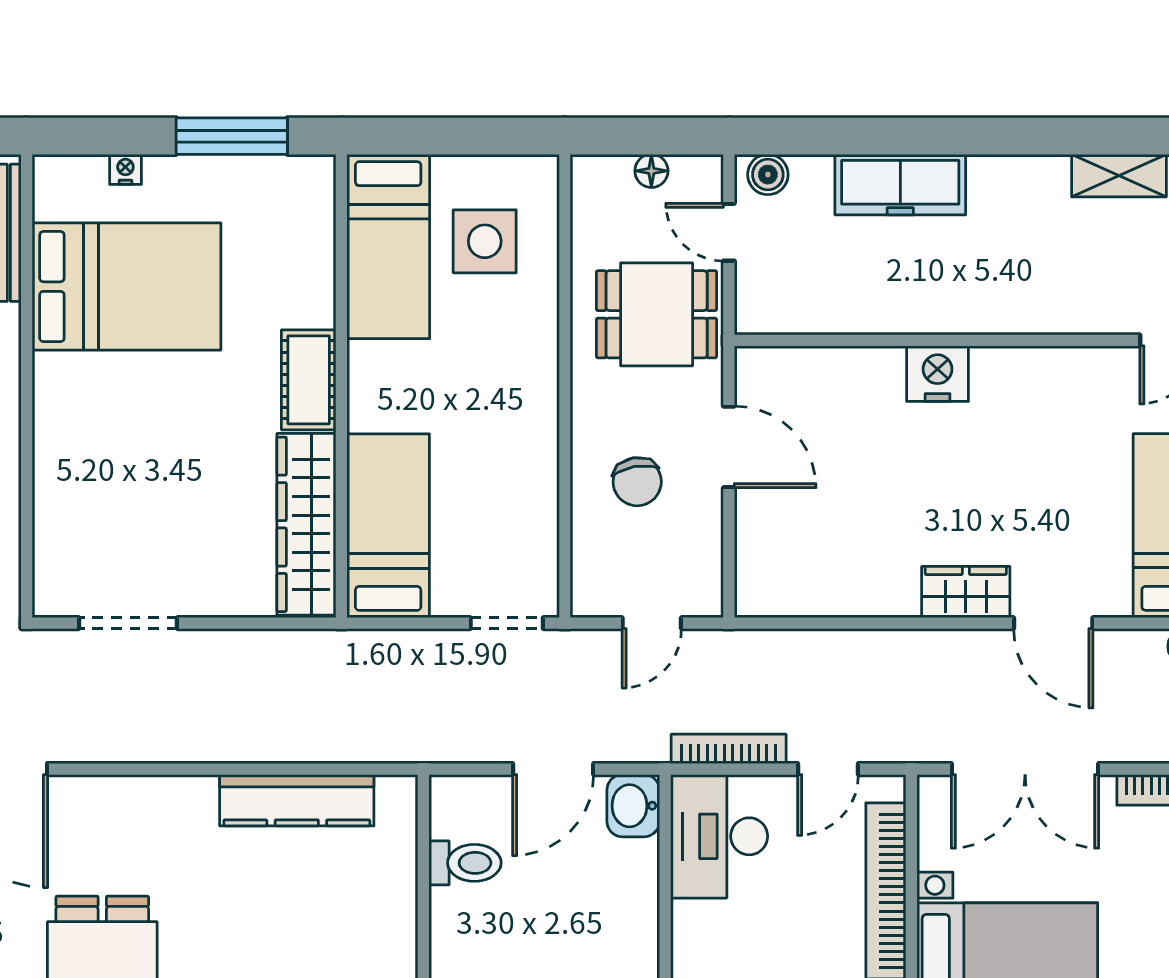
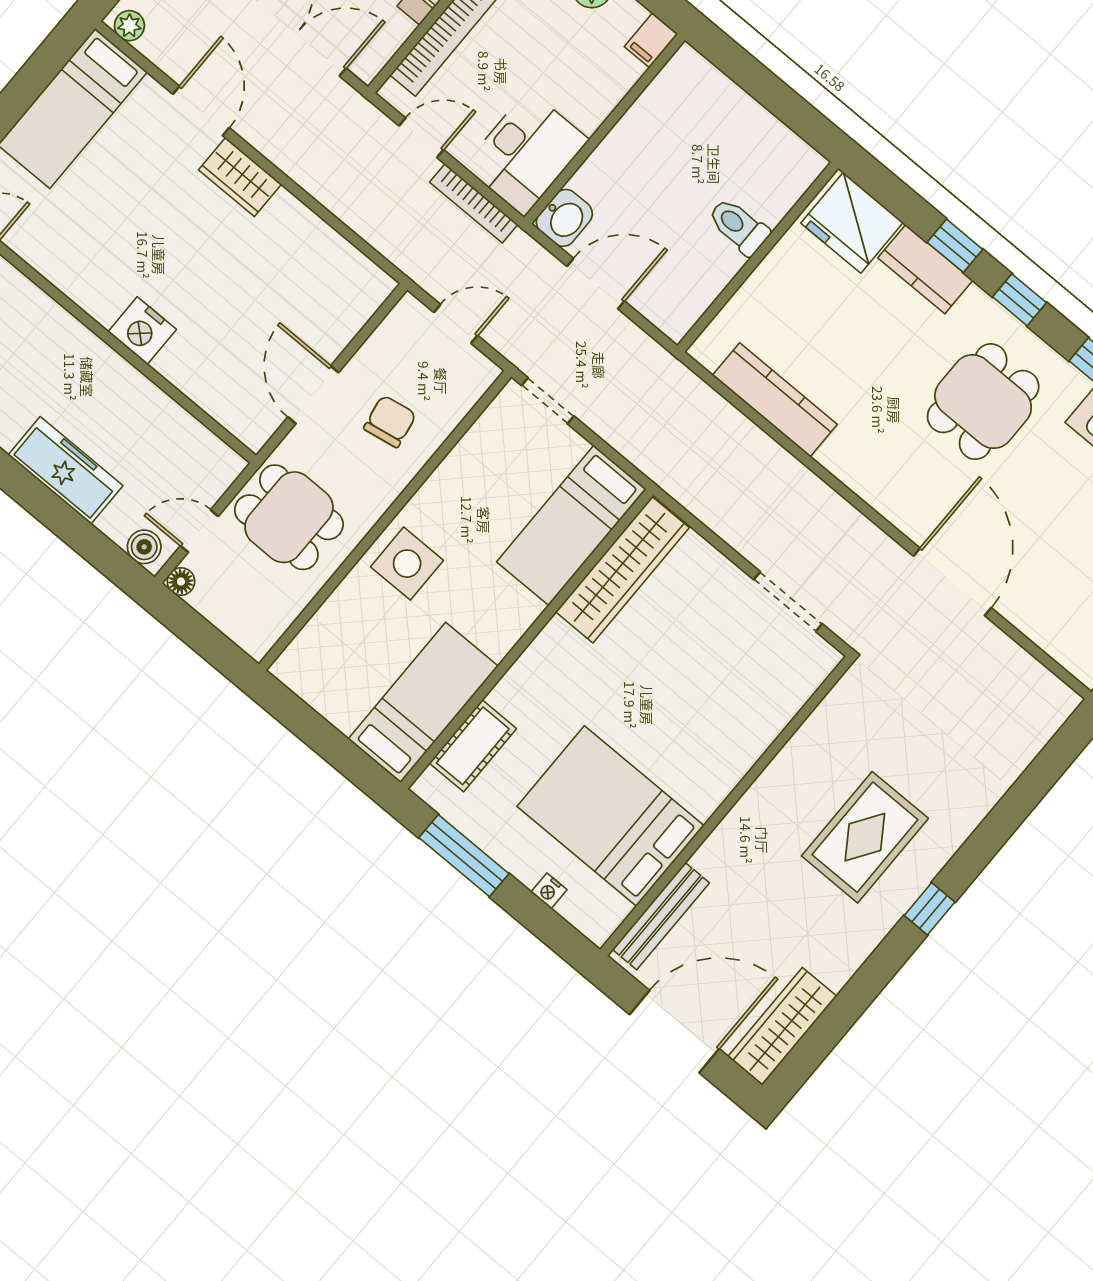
floor lamp: (651, 171) -> (181, 582), moved
door: (729, 232) -> (199, 531), swing flipped
side table: (485, 241) -> (407, 564), moved
cot: (309, 380) -> (473, 746), moved
toilet: (465, 863) -> (739, 226), moved

